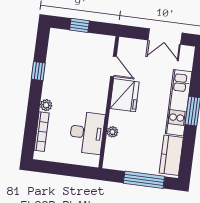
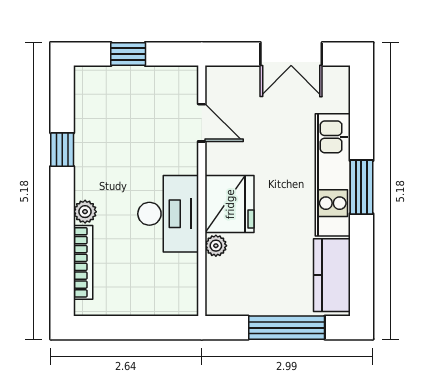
fridge: (124, 95) -> (230, 204), moved
desk: (87, 133) -> (168, 214), moved

